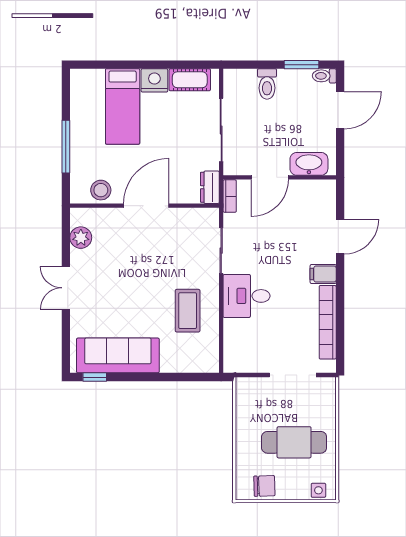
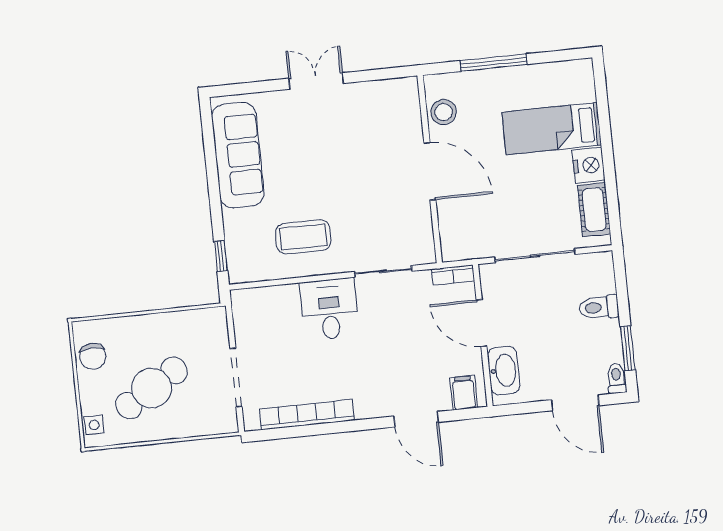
dresser: (210, 187) -> (461, 249), removed
plant: (81, 238) -> (381, 93), removed
filing cabinet: (323, 274) -> (464, 393), moved
window: (95, 377) -> (221, 256), moved
cafe table: (294, 442) -> (151, 388), turned 58

